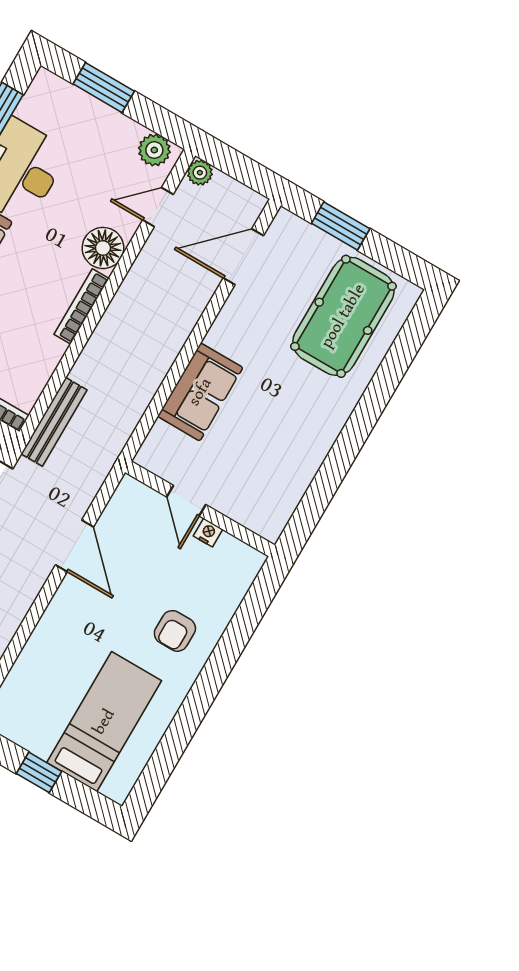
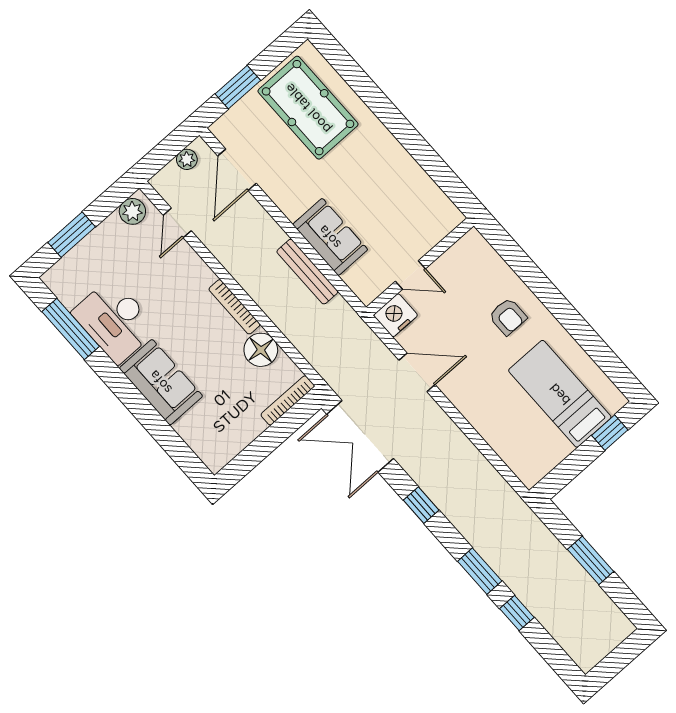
plant: (200, 173) -> (187, 159), moved
floor lamp: (103, 248) -> (261, 350), moved
bench: (54, 422) -> (307, 272), moved
nightstand: (208, 533) -> (396, 315), moved, width x1.89, depth x1.79
window: (39, 772) -> (610, 433), moved

